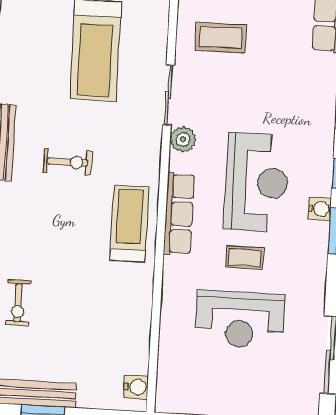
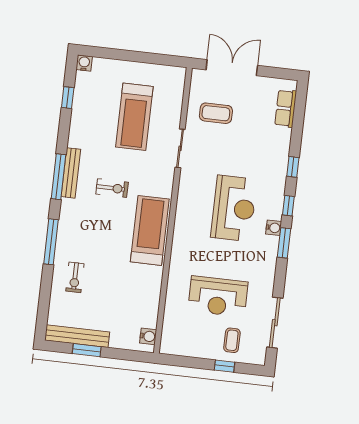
plant: (183, 139) -> (188, 178), removed
row of seats: (179, 214) -> (182, 226), removed
treadmill: (129, 224) -> (150, 230), width x1.37, depth x1.38
coffee table: (245, 258) -> (232, 340), moved, turned 90

